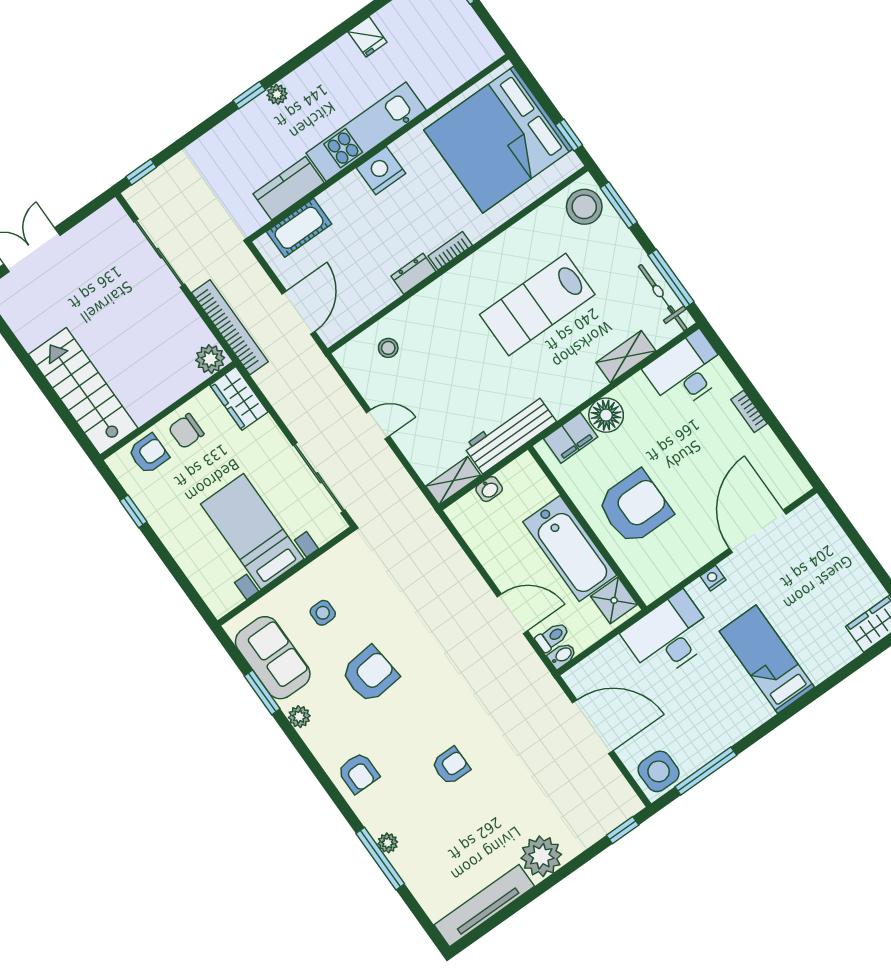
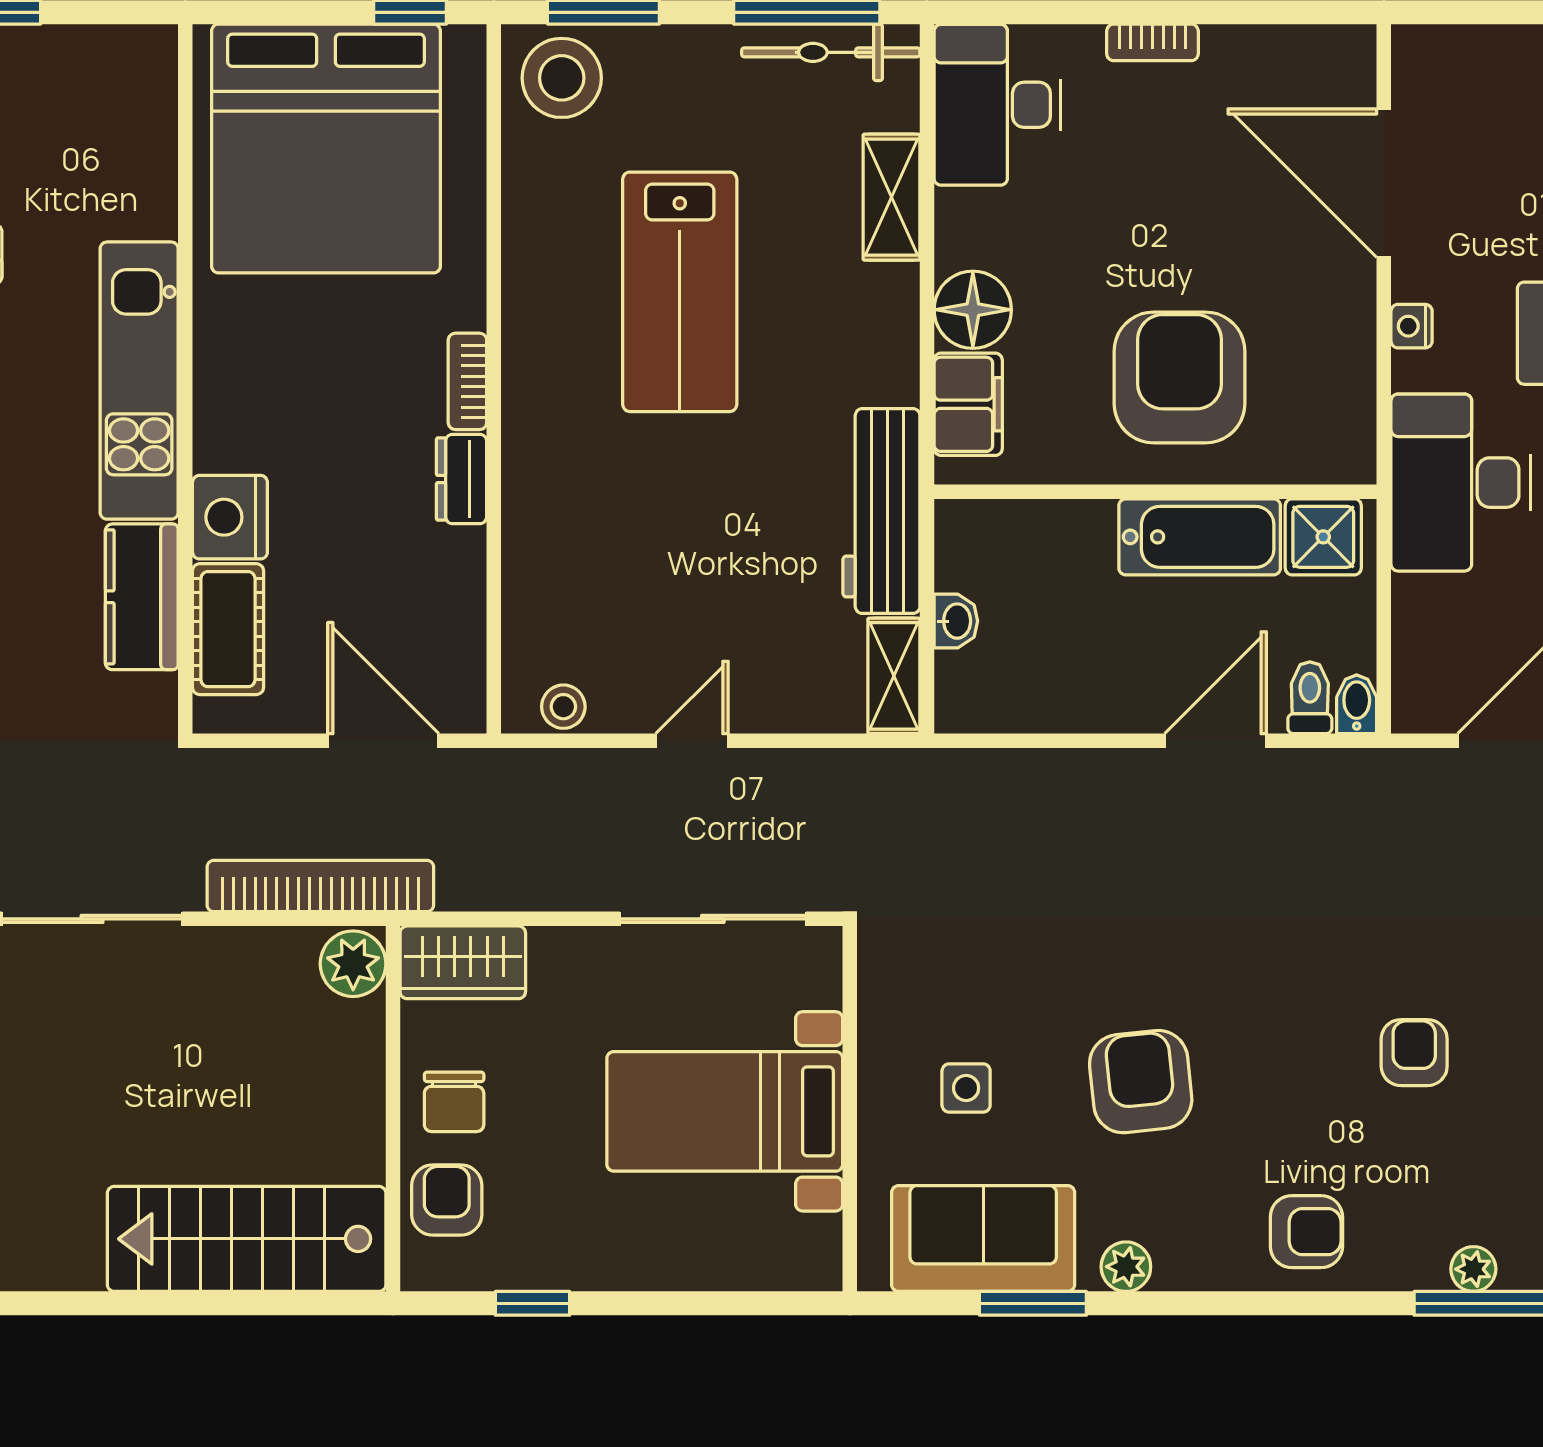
nightstand: (381, 171) -> (230, 517), moved
stool: (388, 348) -> (563, 707), moved
bathtub: (570, 549) -> (1200, 537), width x0.73, depth x0.73

